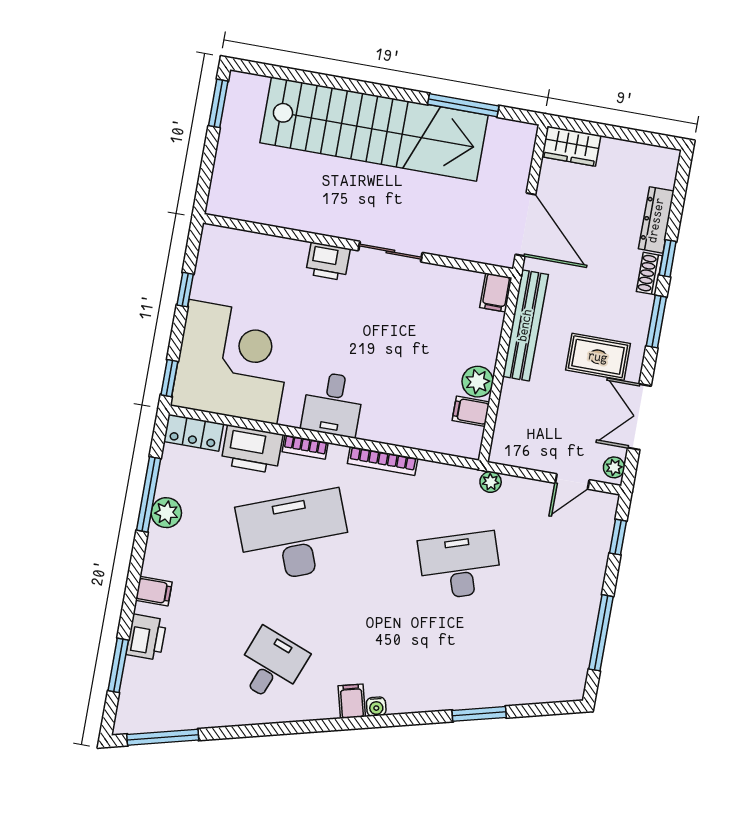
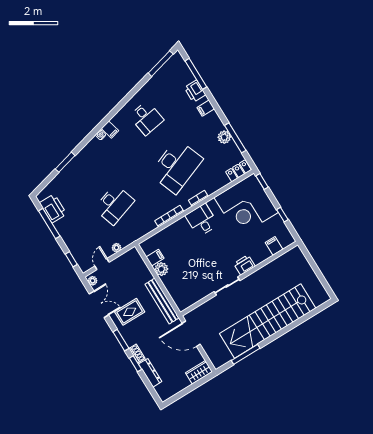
window: (218, 103) -> (325, 284), removed
filing cabinet: (496, 293) -> (274, 246), moved
printer: (252, 449) -> (53, 208), moved, turned 90
plant: (491, 482) -> (117, 248), moved
window: (118, 665) -> (196, 74), width x1.44
desk: (271, 665) -> (146, 118), turned -30

